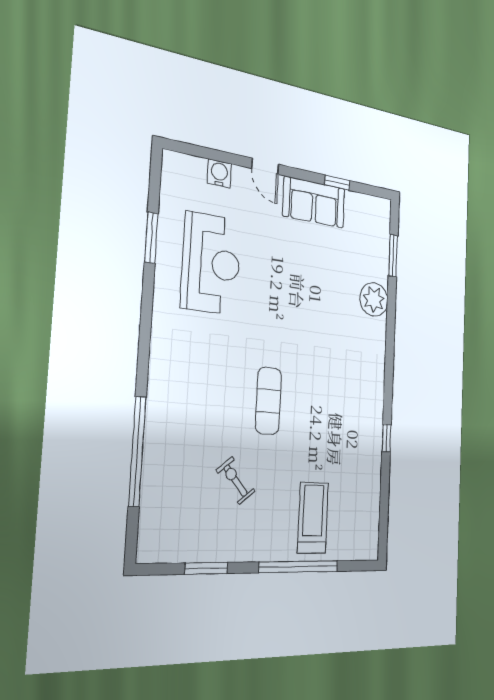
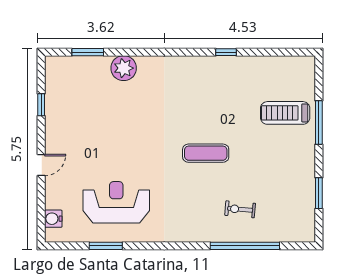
water cooler: (219, 173) -> (53, 219), moved
sofa: (314, 202) -> (59, 124), removed
exercise bike: (236, 481) -> (240, 209), moved, turned 45
window: (299, 567) -> (319, 123), width x0.68

